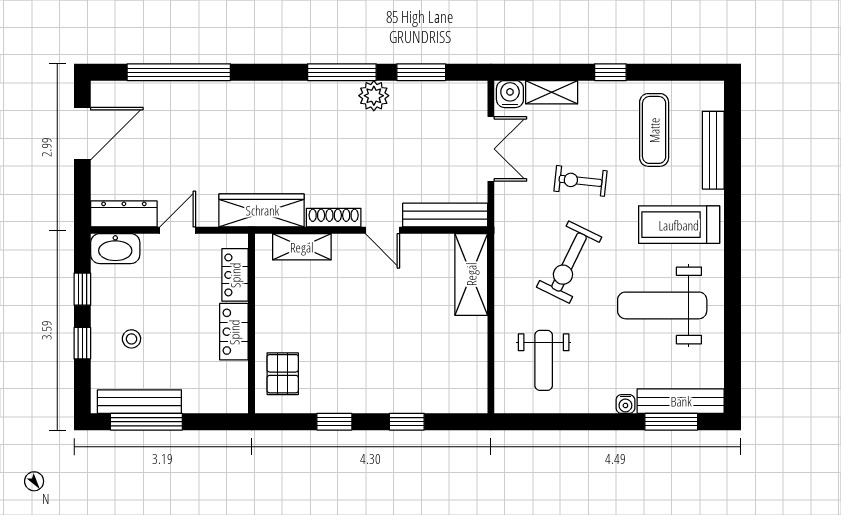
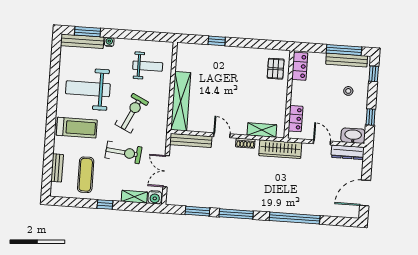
window: (179, 72) -> (295, 218), moved
plant: (374, 96) -> (221, 201), removed
bench: (713, 150) -> (57, 168), width x0.73
exercise bike: (580, 181) -> (123, 152), width x1.38, depth x1.39
shoe rack: (334, 218) -> (245, 143), width x0.70
door: (178, 230) -> (322, 142), swing flipped
shelving: (471, 274) -> (181, 101), width x1.47
weight bench: (662, 305) -> (88, 89), turned 180
locker: (234, 332) -> (300, 66), moved
window: (82, 343) -> (374, 74), moved
weight bench: (544, 360) -> (148, 66), turned 90
window: (334, 422) -> (252, 43), removed

